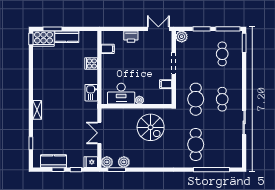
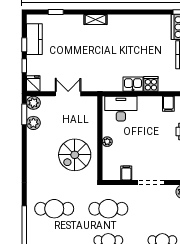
kitchen sink: (91, 93) -> (133, 84), moved
desk: (121, 94) -> (121, 109), moved, turned 90

